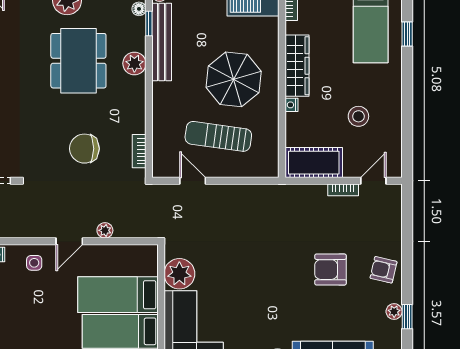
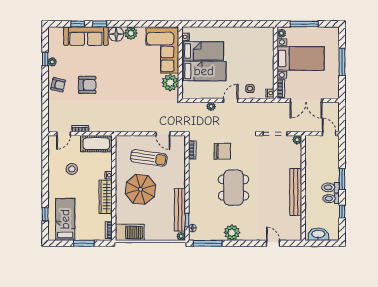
dining table: (78, 61) -> (234, 188), moved
plant: (134, 63) -> (195, 198), removed

